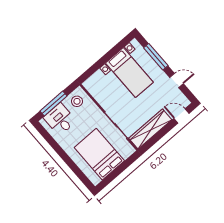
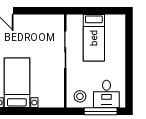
wardrobe: (150, 129) -> (40, 22), removed
bed: (99, 154) -> (94, 38), width x0.67

